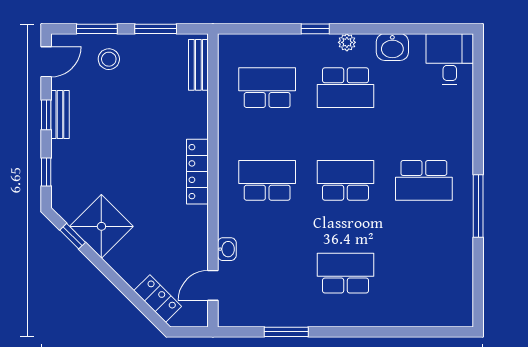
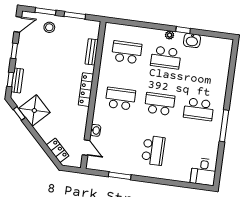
window: (315, 29) -> (183, 30), moved
desk: (450, 59) -> (204, 172), moved, turned 180
bench: (198, 65) -> (92, 52), moved
bench: (60, 115) -> (17, 80), moved
school desk: (346, 273) -> (153, 150), turned 90
door: (213, 285) -> (86, 148), swing flipped

